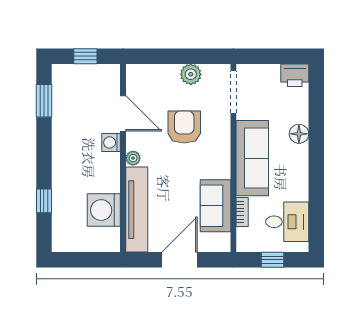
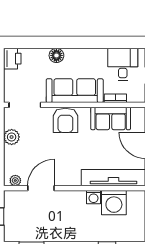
armchair: (184, 127) -> (65, 120), moved, turned -90
washing machine: (111, 142) -> (94, 197), moved
plant: (133, 158) -> (15, 180), moved

